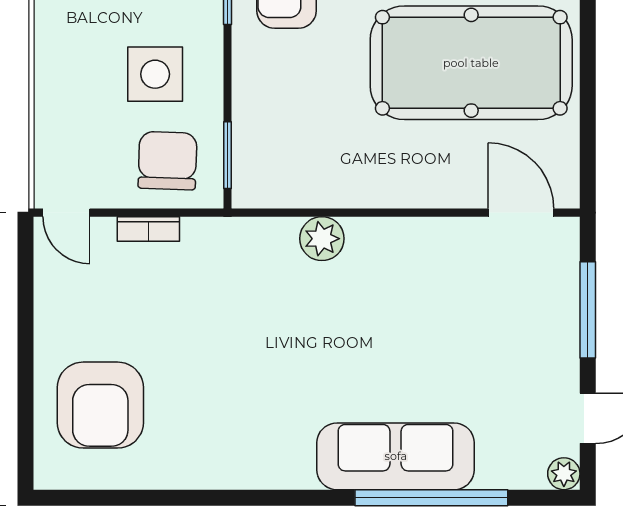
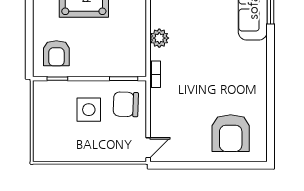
bookcase: (148, 229) -> (155, 74), moved
armchair: (100, 405) -> (231, 133), turned 90

